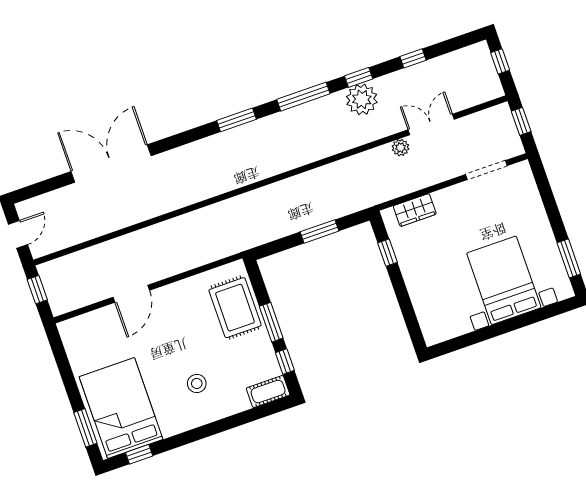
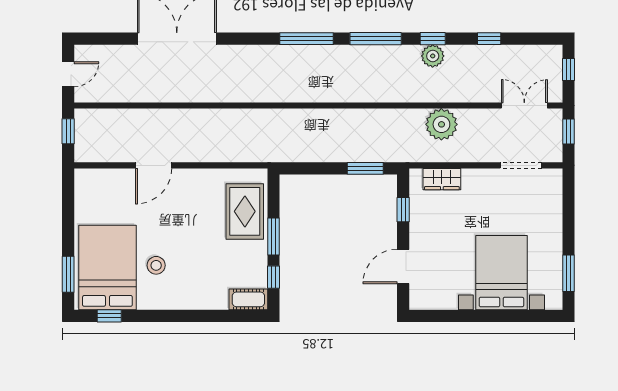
plant: (362, 99) -> (433, 56), width x0.73, depth x0.73
window: (237, 120) -> (307, 39), width x1.44
double door: (431, 125) -> (524, 105), moved
plant: (401, 148) -> (441, 124), width x1.88, depth x1.88
window: (319, 231) -> (365, 168), moved
door: (407, 308) -> (403, 266), added
stool: (197, 383) -> (156, 265), moved

